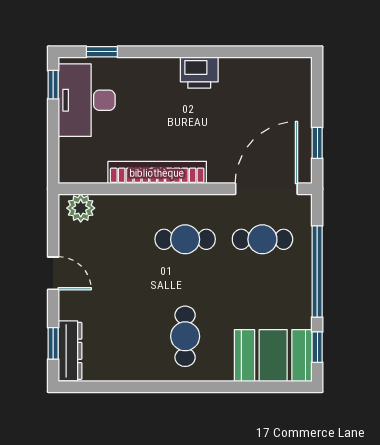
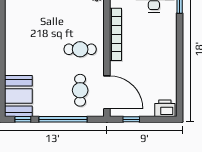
printer: (199, 72) -> (165, 108), moved, turned 90
cafe table: (185, 239) -> (80, 49), turned 90
cafe table: (185, 336) -> (29, 49), removed

